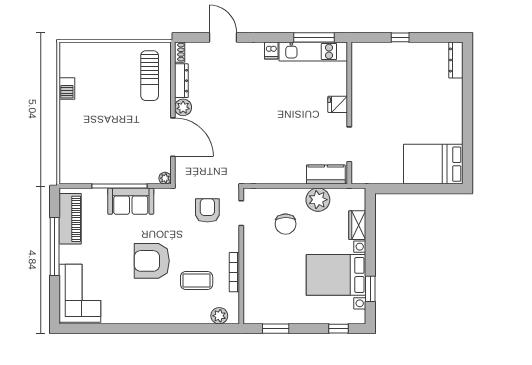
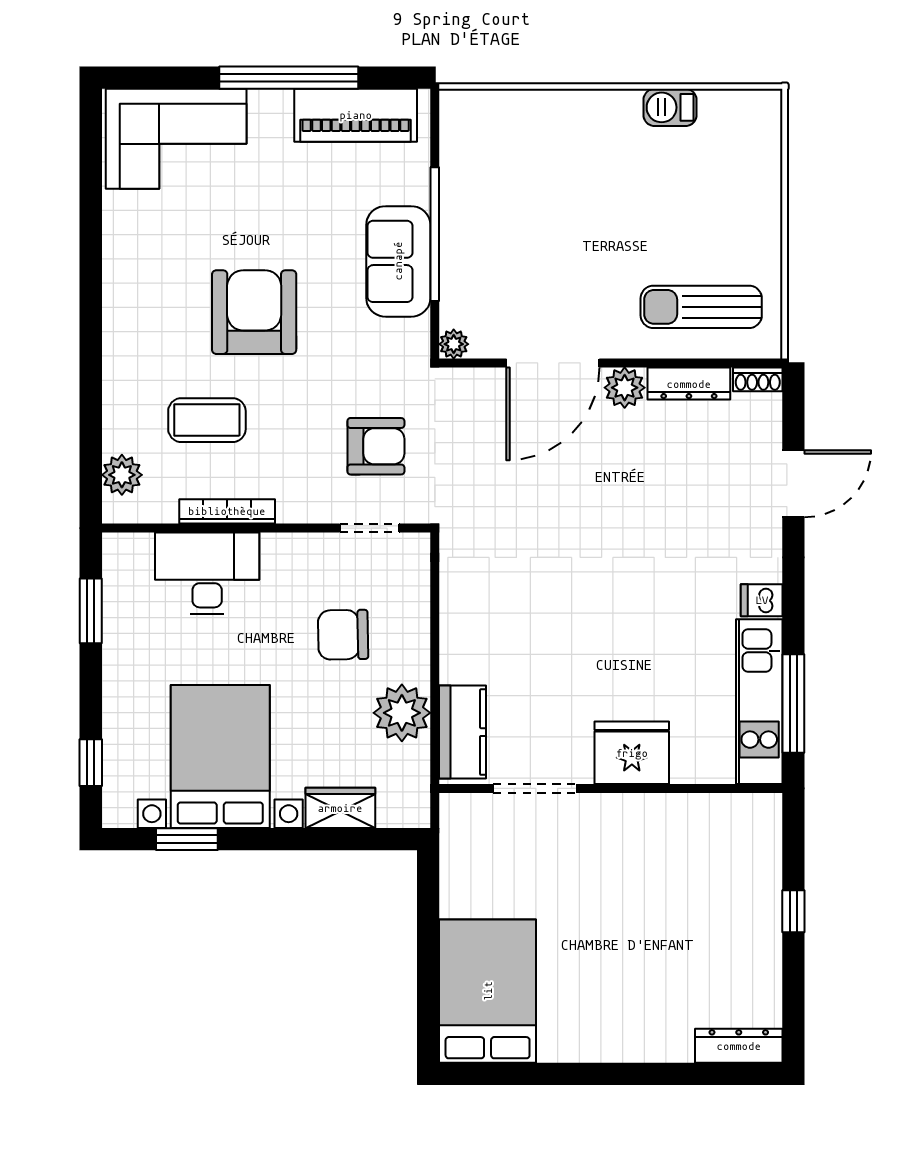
fridge: (338, 104) -> (632, 753), width x1.88, depth x1.34
coffee table: (197, 280) -> (207, 420), turned 90
desk: (260, 280) -> (207, 573), added

